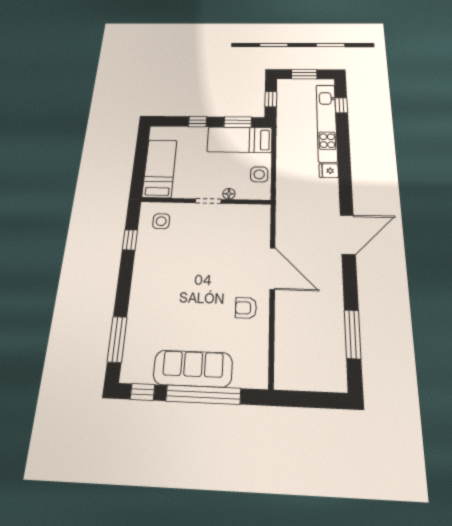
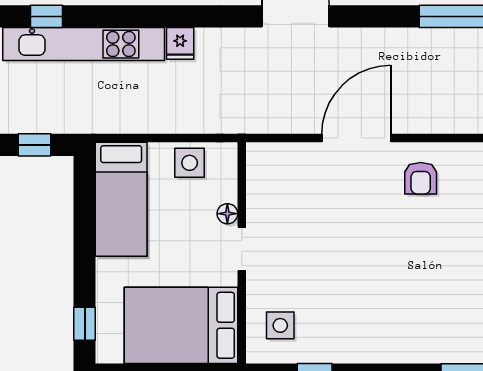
window: (198, 122) -> (85, 324), moved
window: (238, 122) -> (85, 204), removed
bed: (160, 168) -> (181, 325), width x1.50

